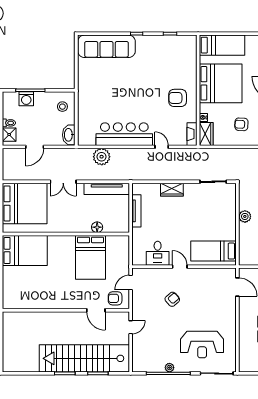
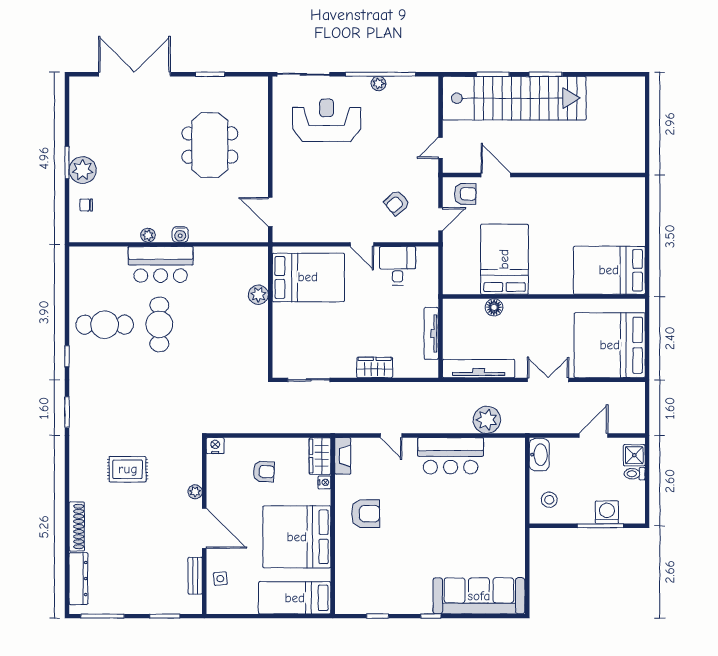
bar counter: (124, 134) -> (451, 456), width x0.73
plant: (245, 216) -> (258, 295), moved
bed: (213, 251) -> (308, 277), width x1.50
armchair: (172, 299) -> (397, 203), moved

